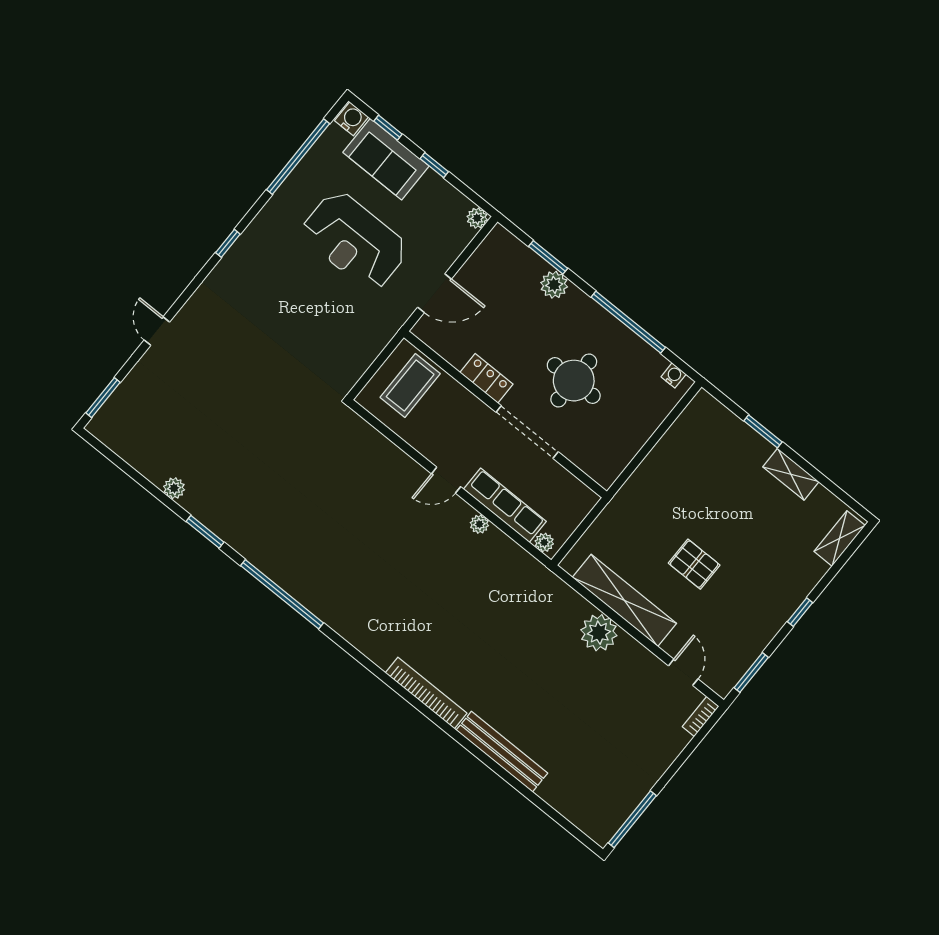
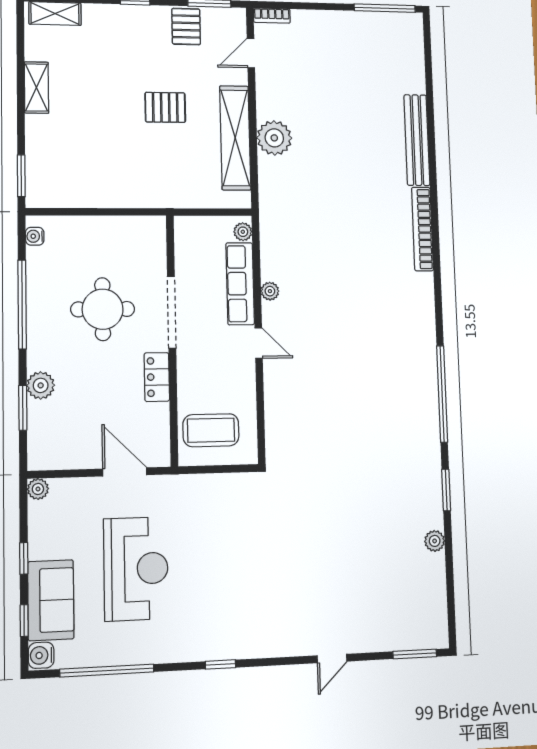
window: (763, 431) -> (21, 176), moved
pallet: (694, 564) -> (165, 107), turned 90
pallet: (747, 637) -> (186, 27), added

